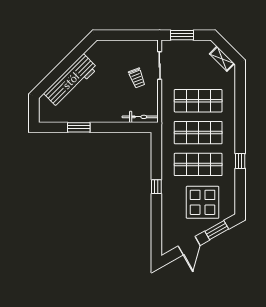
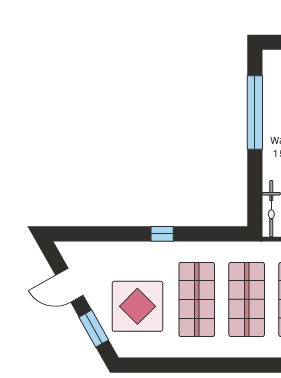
window: (79, 127) -> (255, 113), width x2.11
window: (240, 161) -> (202, 365), removed

